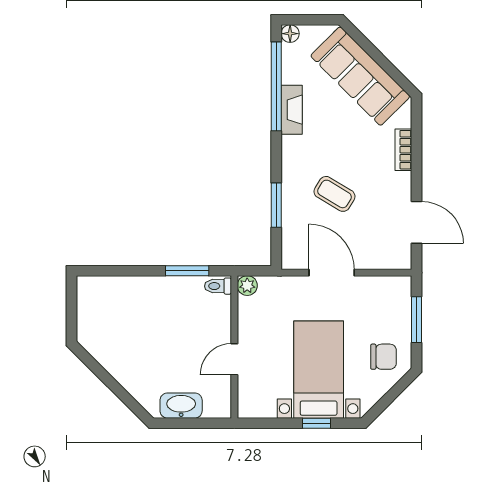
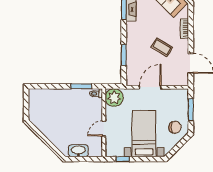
coffee table: (334, 194) -> (162, 47), moved
door: (332, 273) -> (150, 87), hinge flipped
plant: (247, 286) -> (114, 98), width x1.88, depth x1.88
window: (317, 423) -> (123, 159), moved

